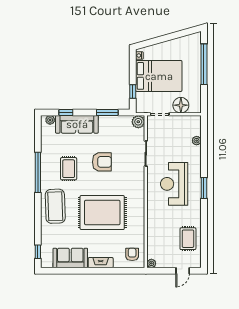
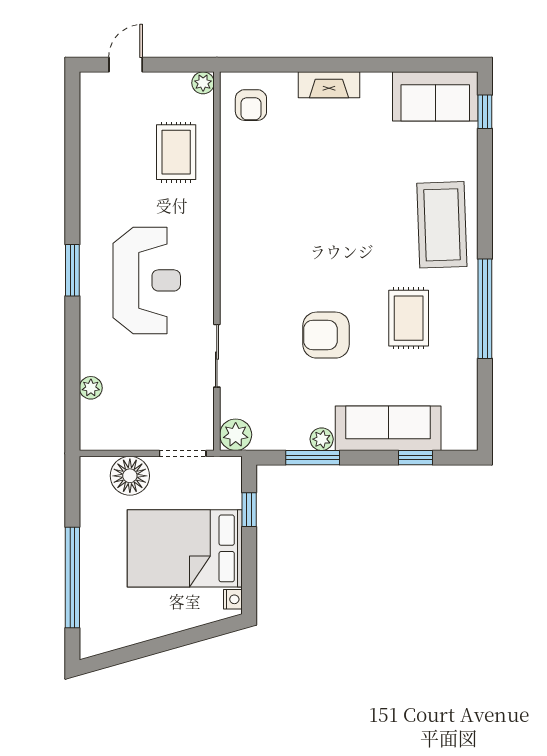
plant: (50, 120) -> (322, 439), moved
rug: (102, 213) -> (325, 209), removed
rug: (188, 239) -> (176, 152), moved
sofa: (70, 258) -> (435, 96), moved

